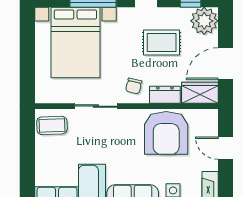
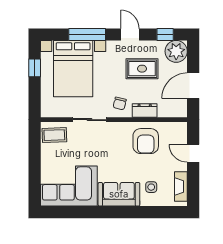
window: (27, 41) -> (35, 68), added
wardrobe: (200, 93) -> (173, 109), removed
armchair: (166, 133) -> (146, 141), width x0.73, depth x0.73

